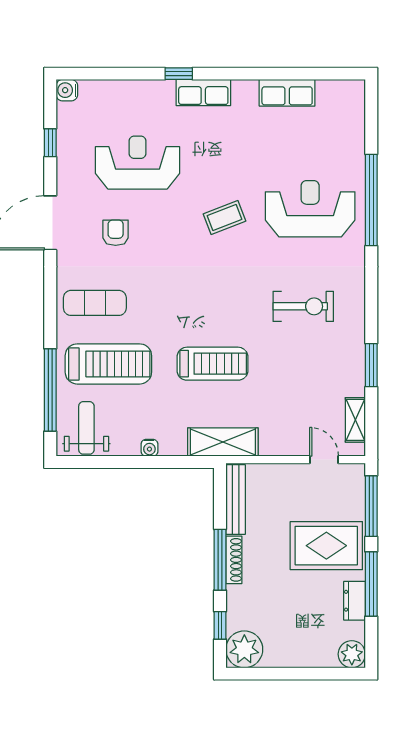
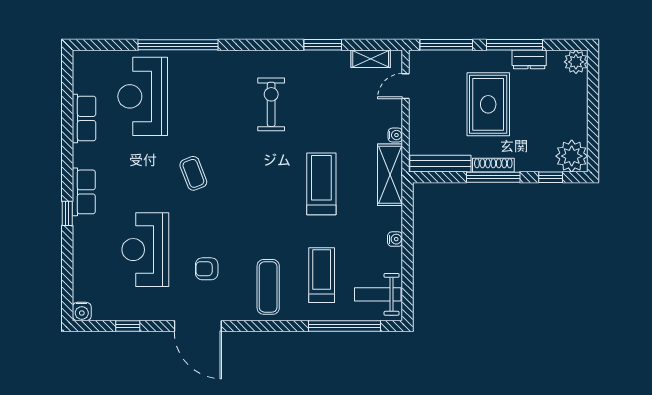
reception desk: (310, 209) -> (143, 96), moved
treadmill: (108, 364) -> (322, 275), width x0.73, depth x0.73
water cooler: (268, 448) -> (395, 135), added
rug: (326, 546) -> (488, 104), moved

